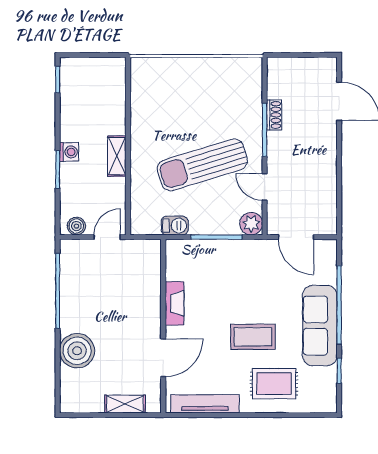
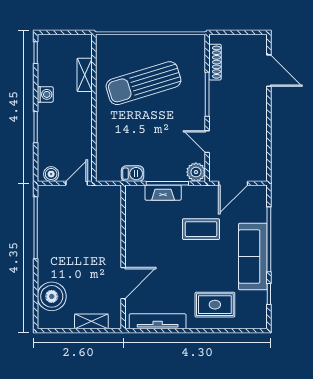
shoe rack: (274, 115) -> (215, 62), moved, width x1.43
washing machine: (69, 152) -> (45, 94), moved
shelving: (117, 156) -> (85, 75), moved
sun lounger: (202, 165) -> (143, 83), moved
door: (296, 237) -> (233, 183), hinge flipped
fireplace: (175, 303) -> (163, 193), moved, turned 90
coffee table: (253, 337) -> (201, 229), moved
boiler: (77, 351) -> (52, 296), moved

